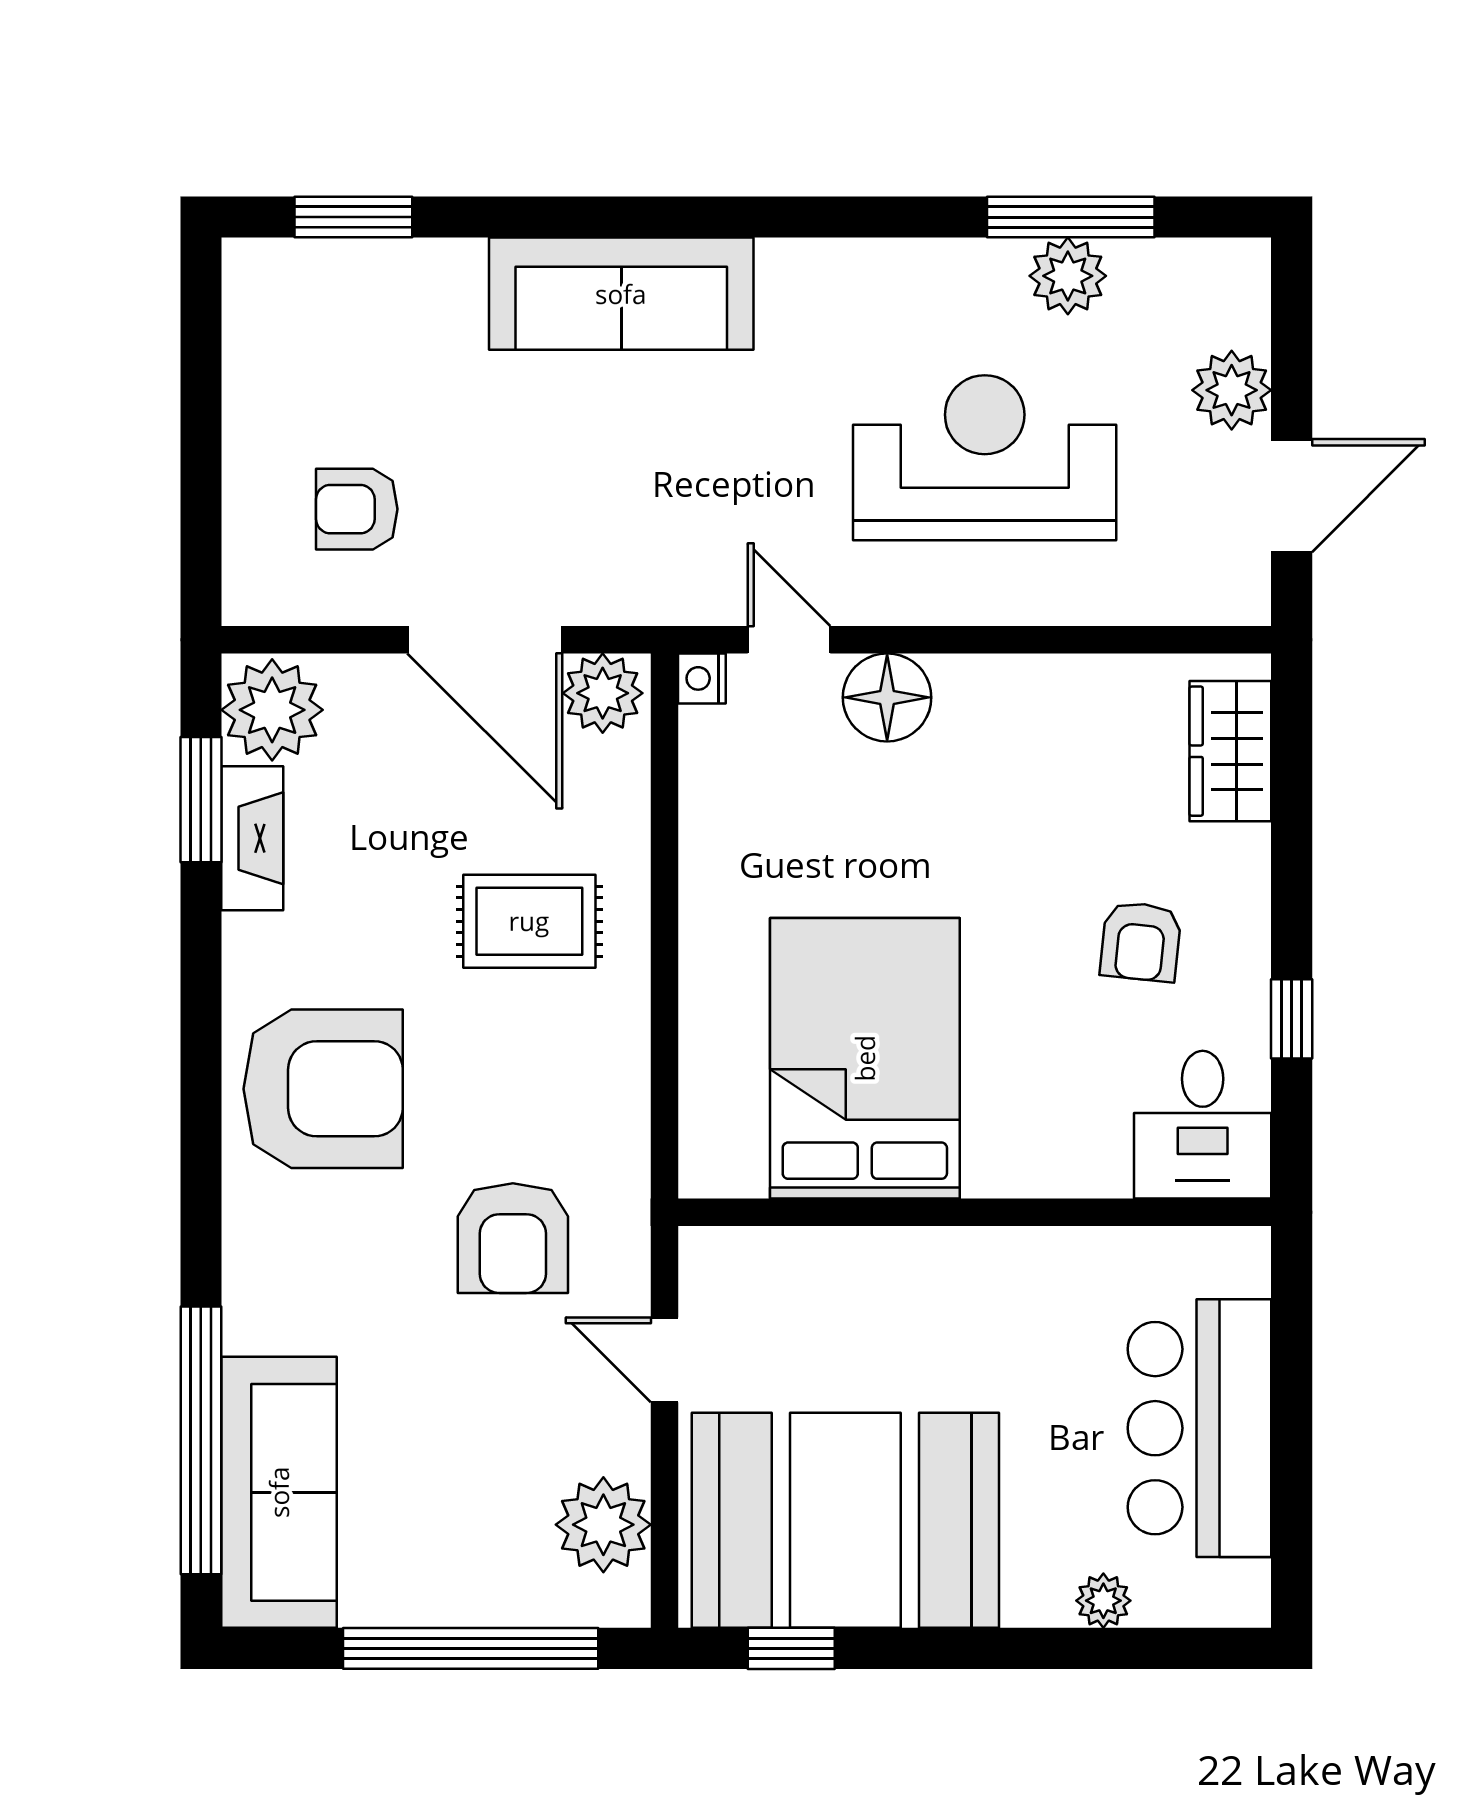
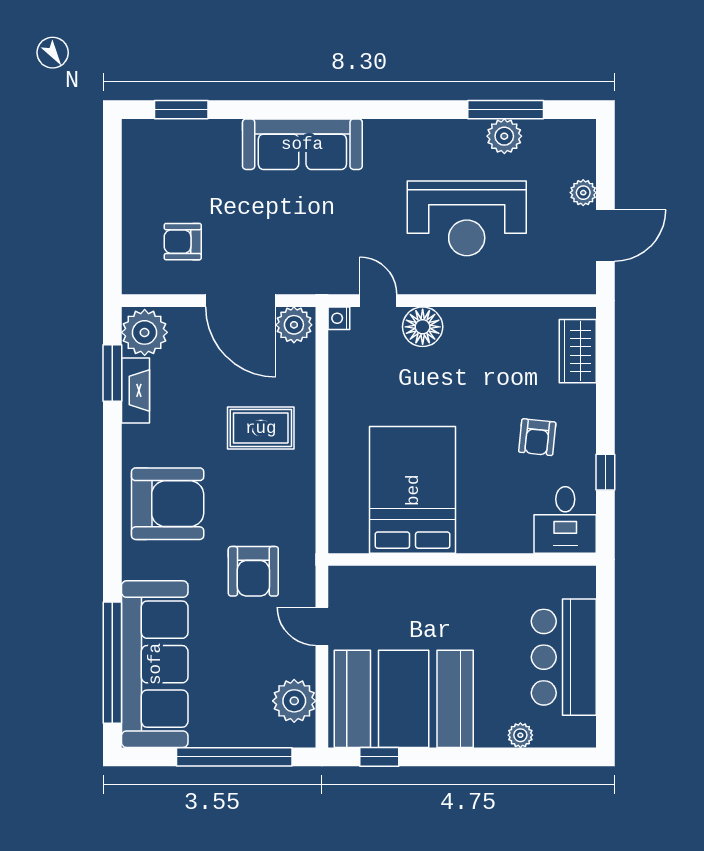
plant: (1232, 390) -> (583, 193), width x0.73, depth x0.73
reception desk: (985, 458) -> (467, 218), turned 180
sofa: (279, 1492) -> (155, 664), width x1.36, depth x1.27

